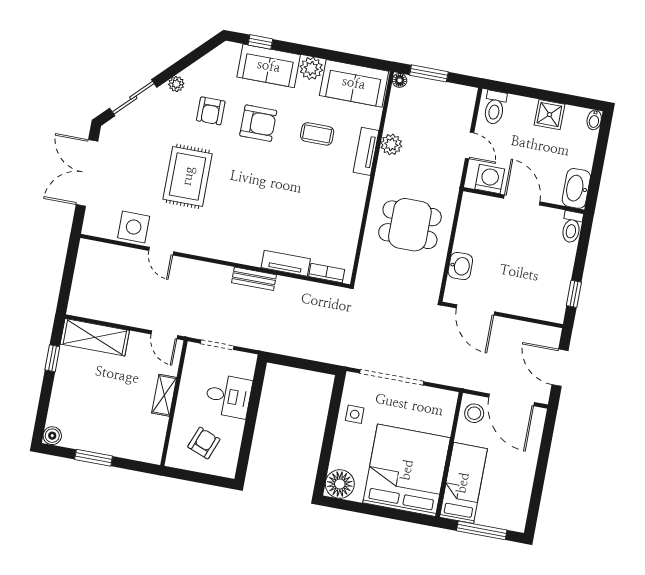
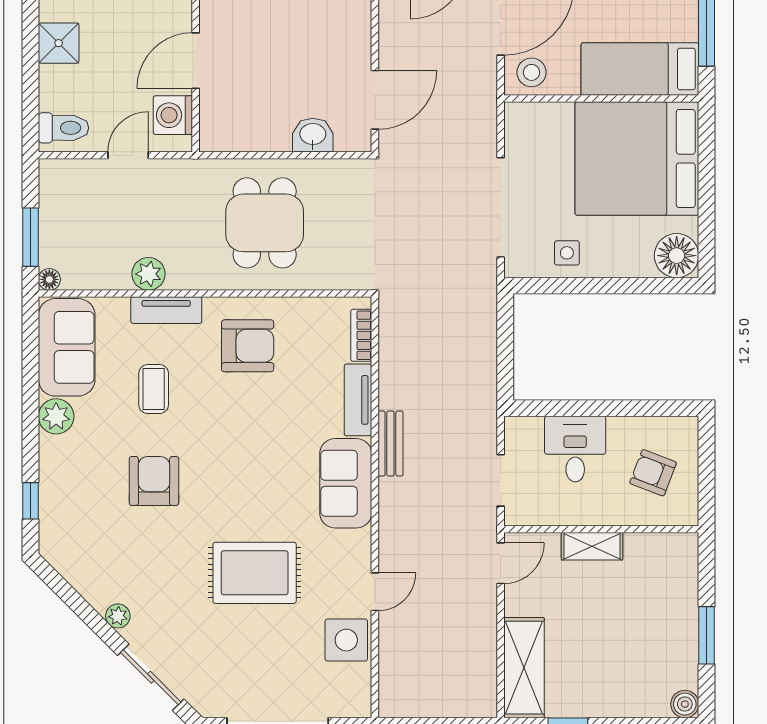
sofa: (269, 66) -> (346, 483), moved, turned 180
armchair: (211, 111) -> (248, 346), moved, width x1.38, depth x1.38

